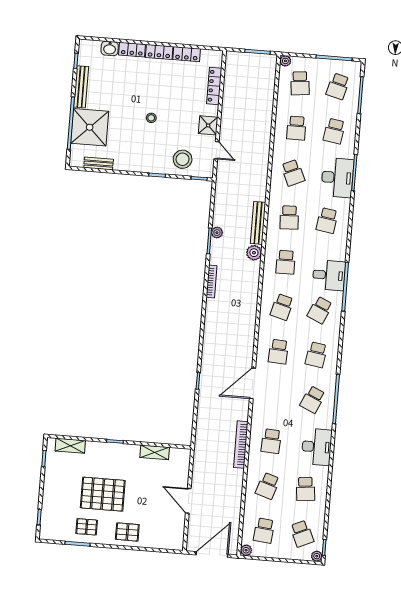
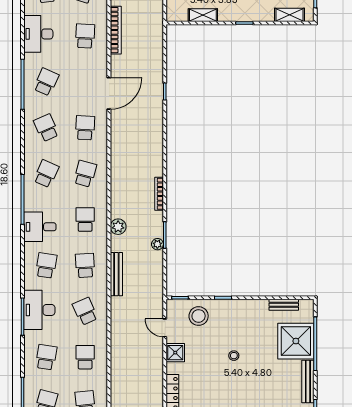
bench: (258, 223) -> (116, 274), moved
desk: (329, 275) -> (40, 227), moved
school desk: (316, 355) -> (46, 128), turned -33

